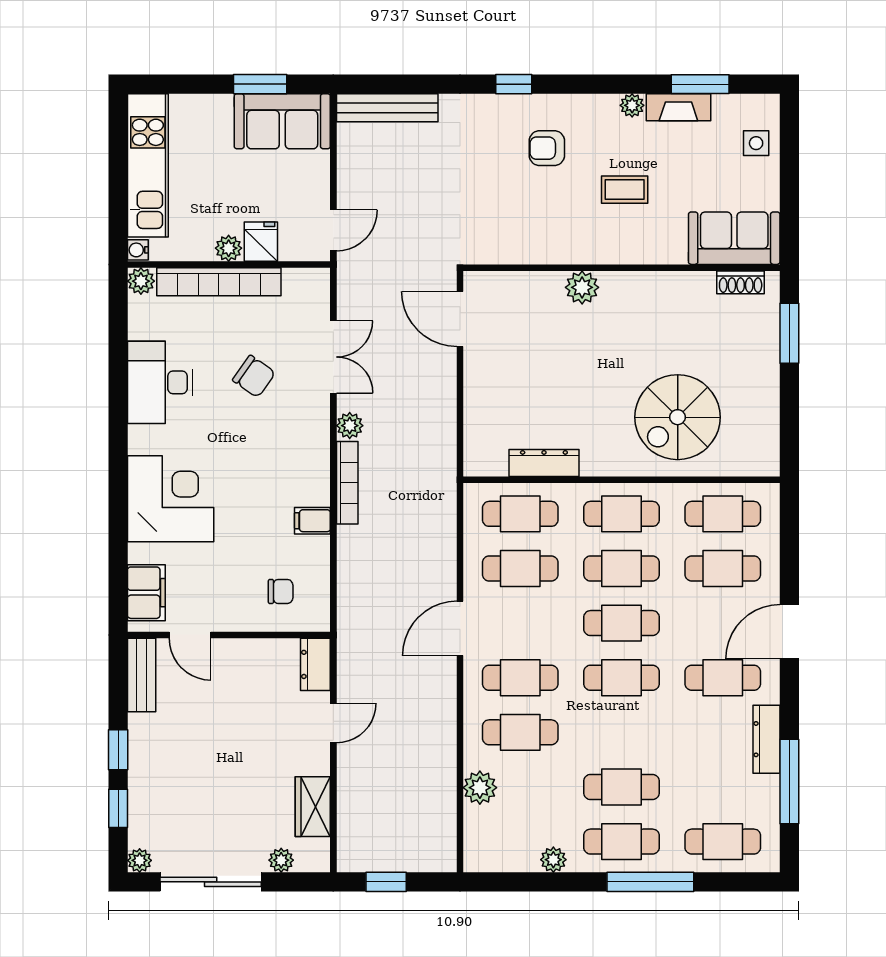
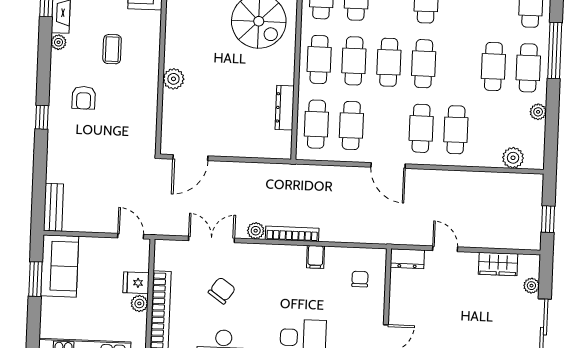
bench: (387, 108) -> (53, 207), width x0.73
plant: (480, 788) -> (513, 158), moved

